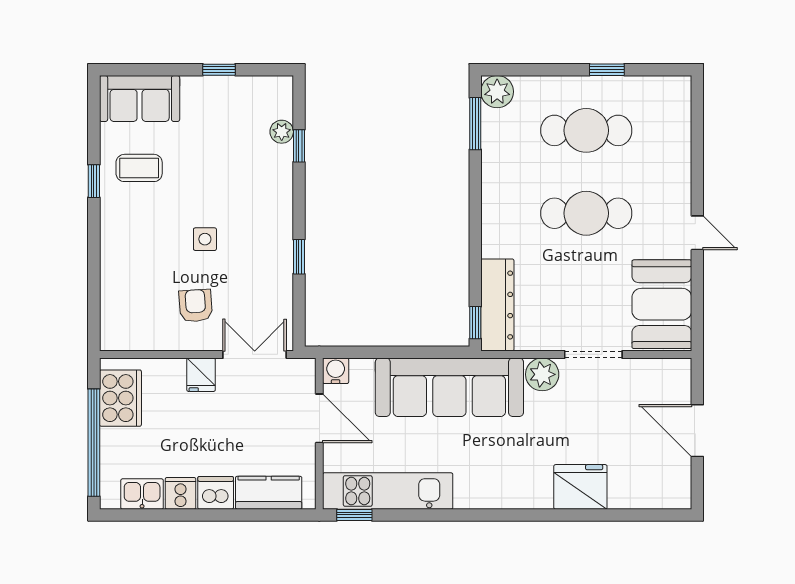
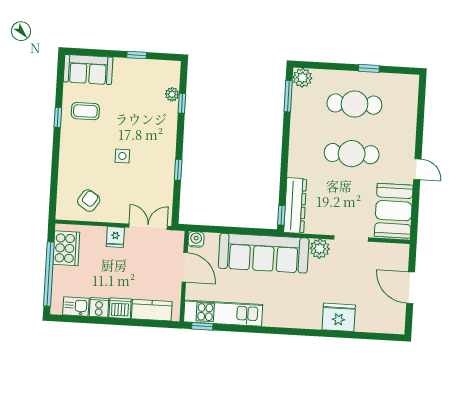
armchair: (196, 306) -> (89, 201), moved, turned 37

